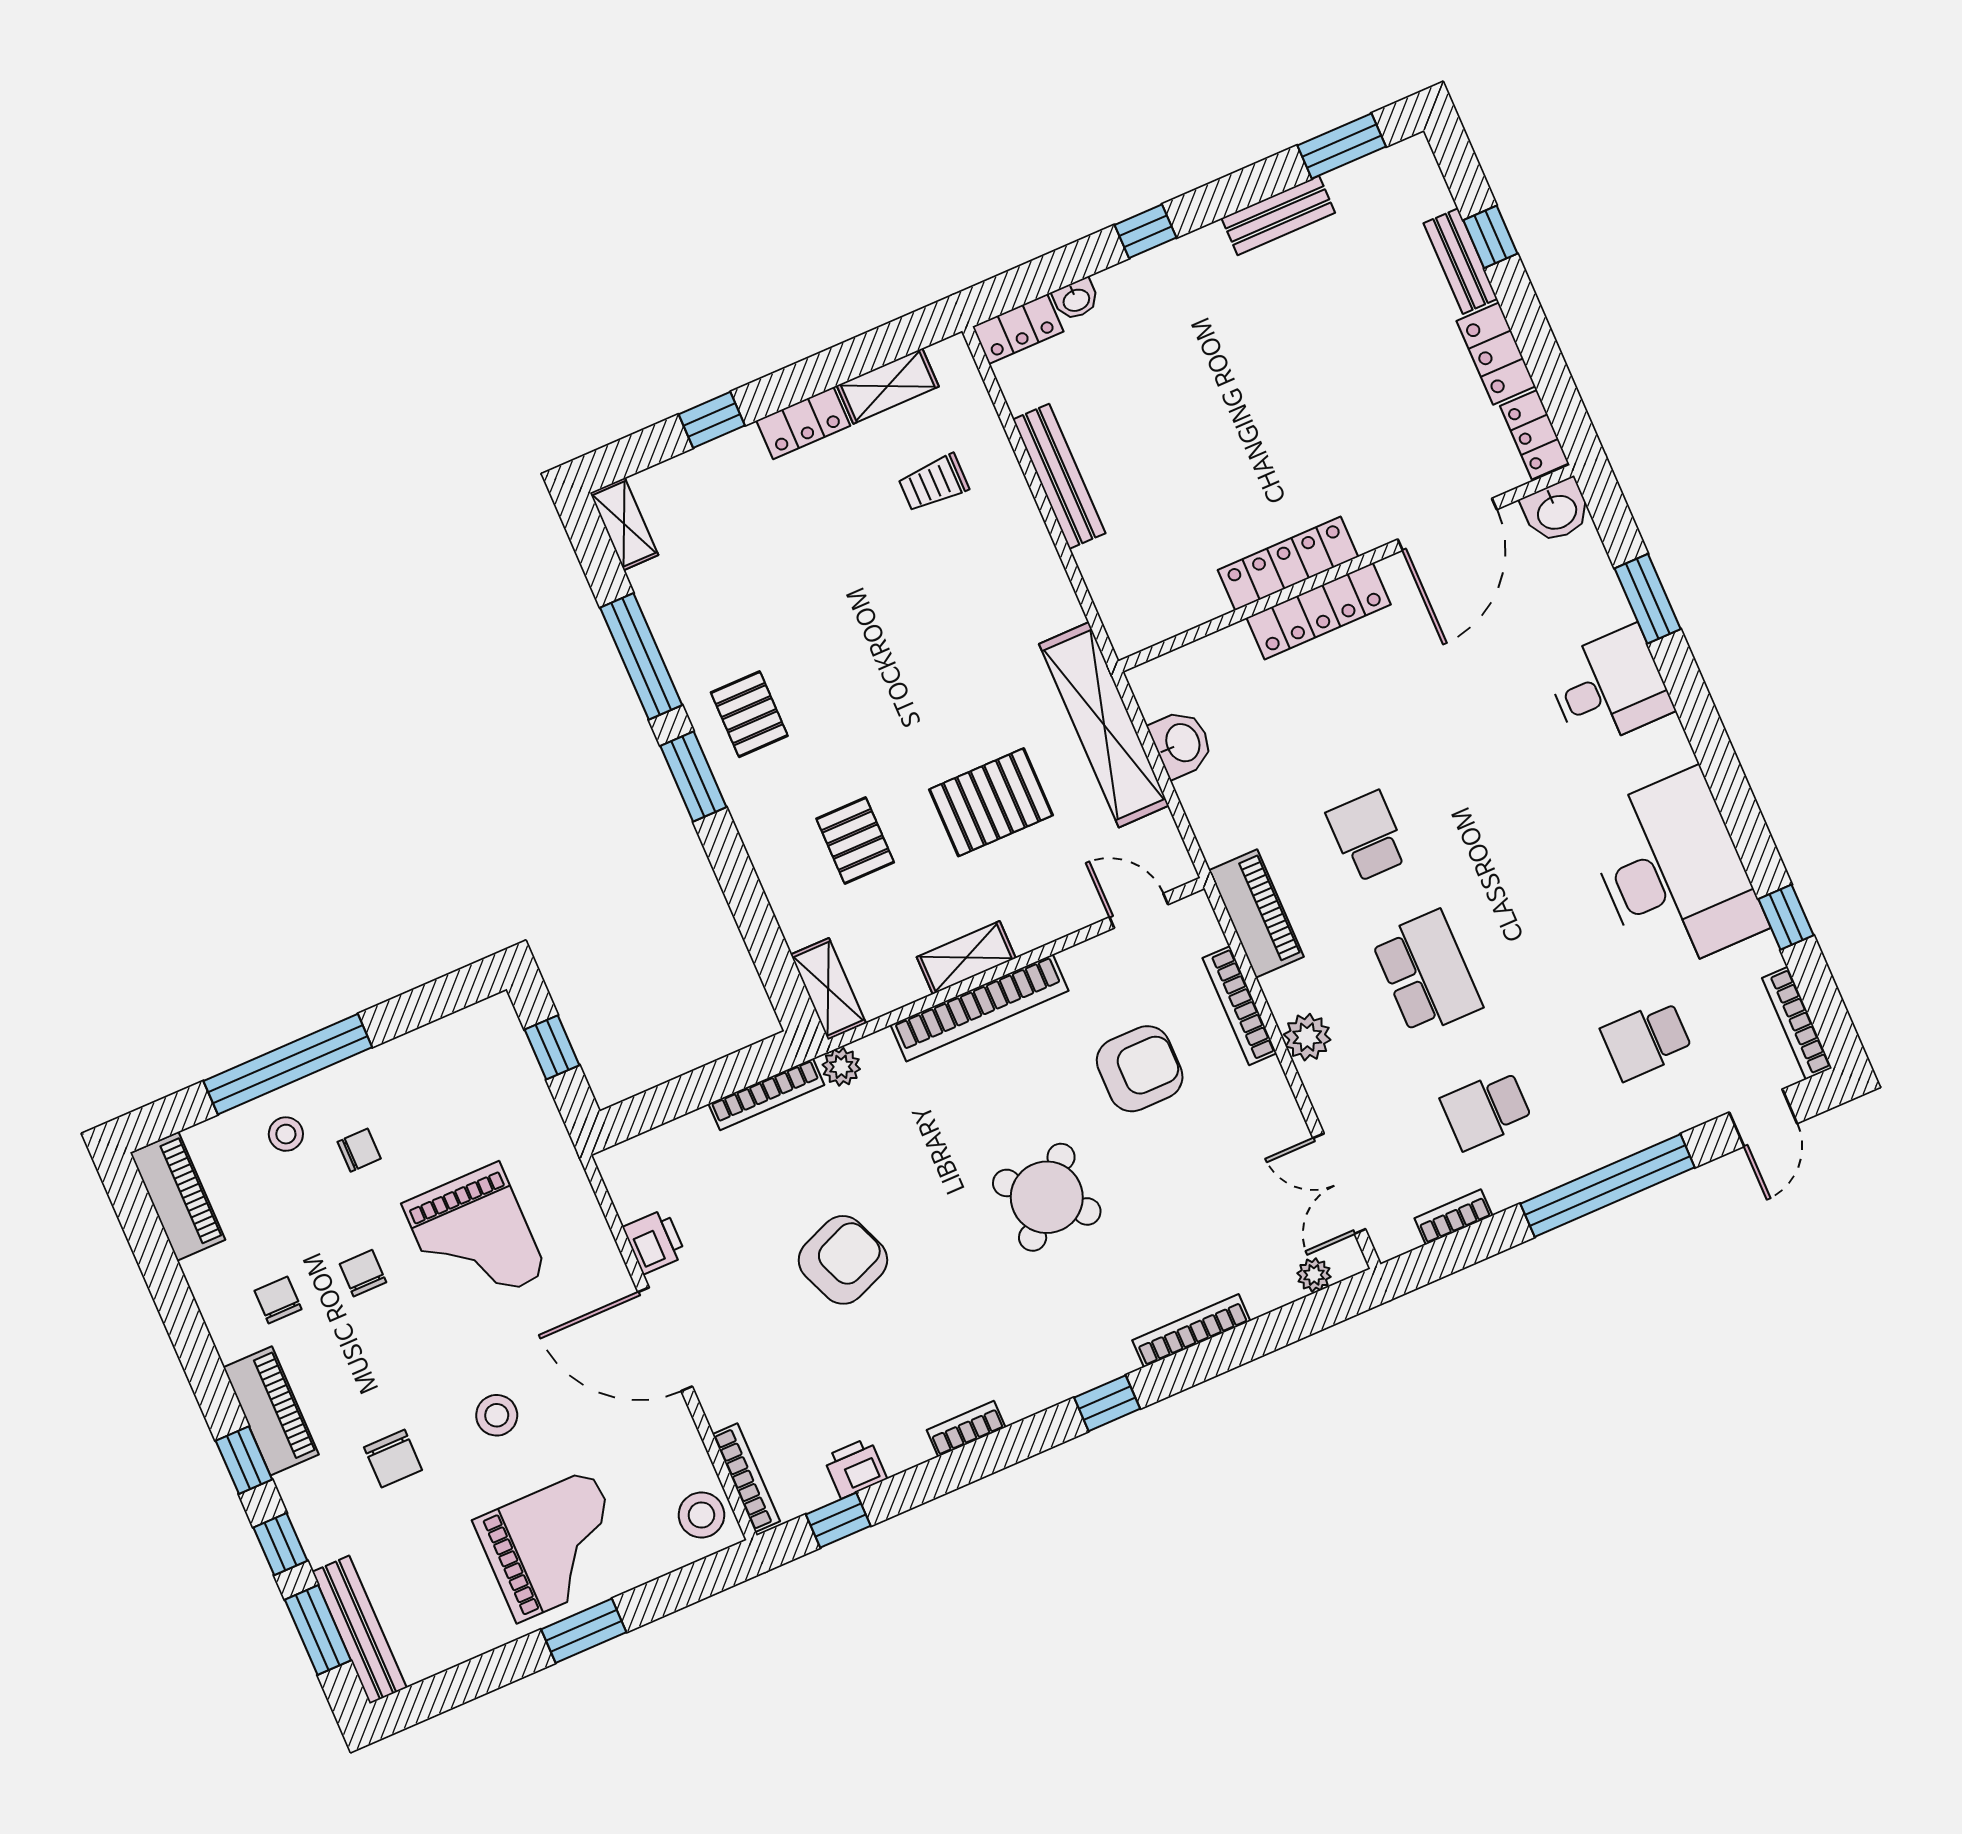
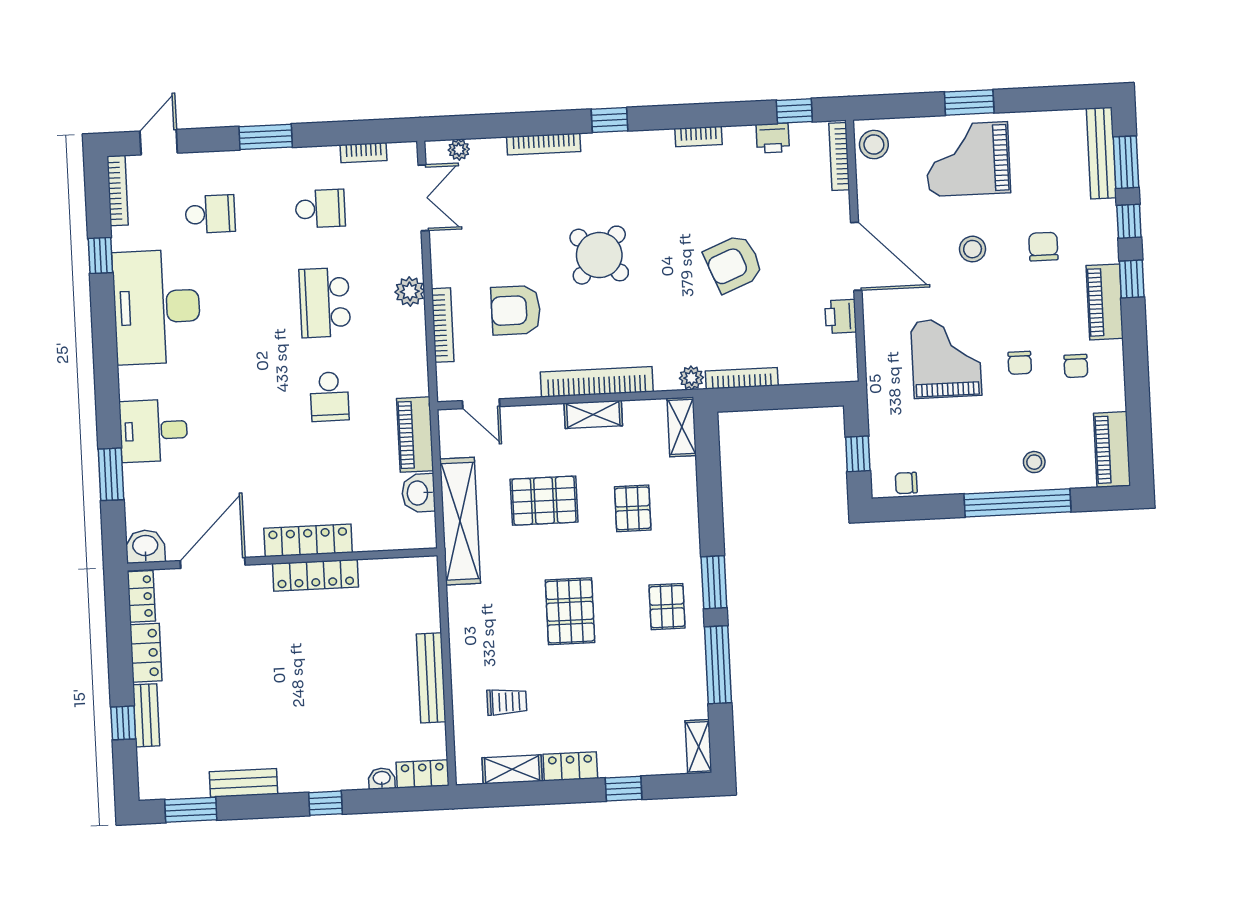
pallet: (890, 653) -> (570, 611), added
piano: (1256, 913) -> (415, 435), moved
chair: (359, 1150) -> (906, 483), moved
window: (1608, 1186) -> (266, 137), width x0.47

